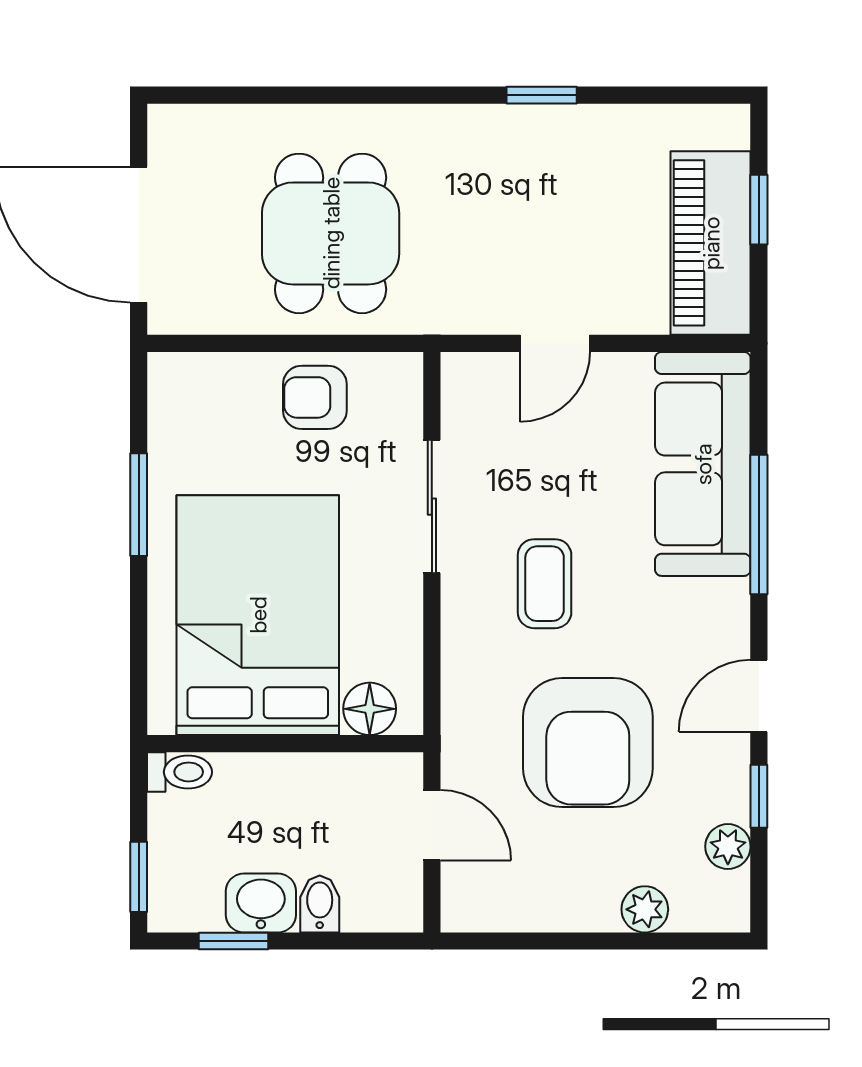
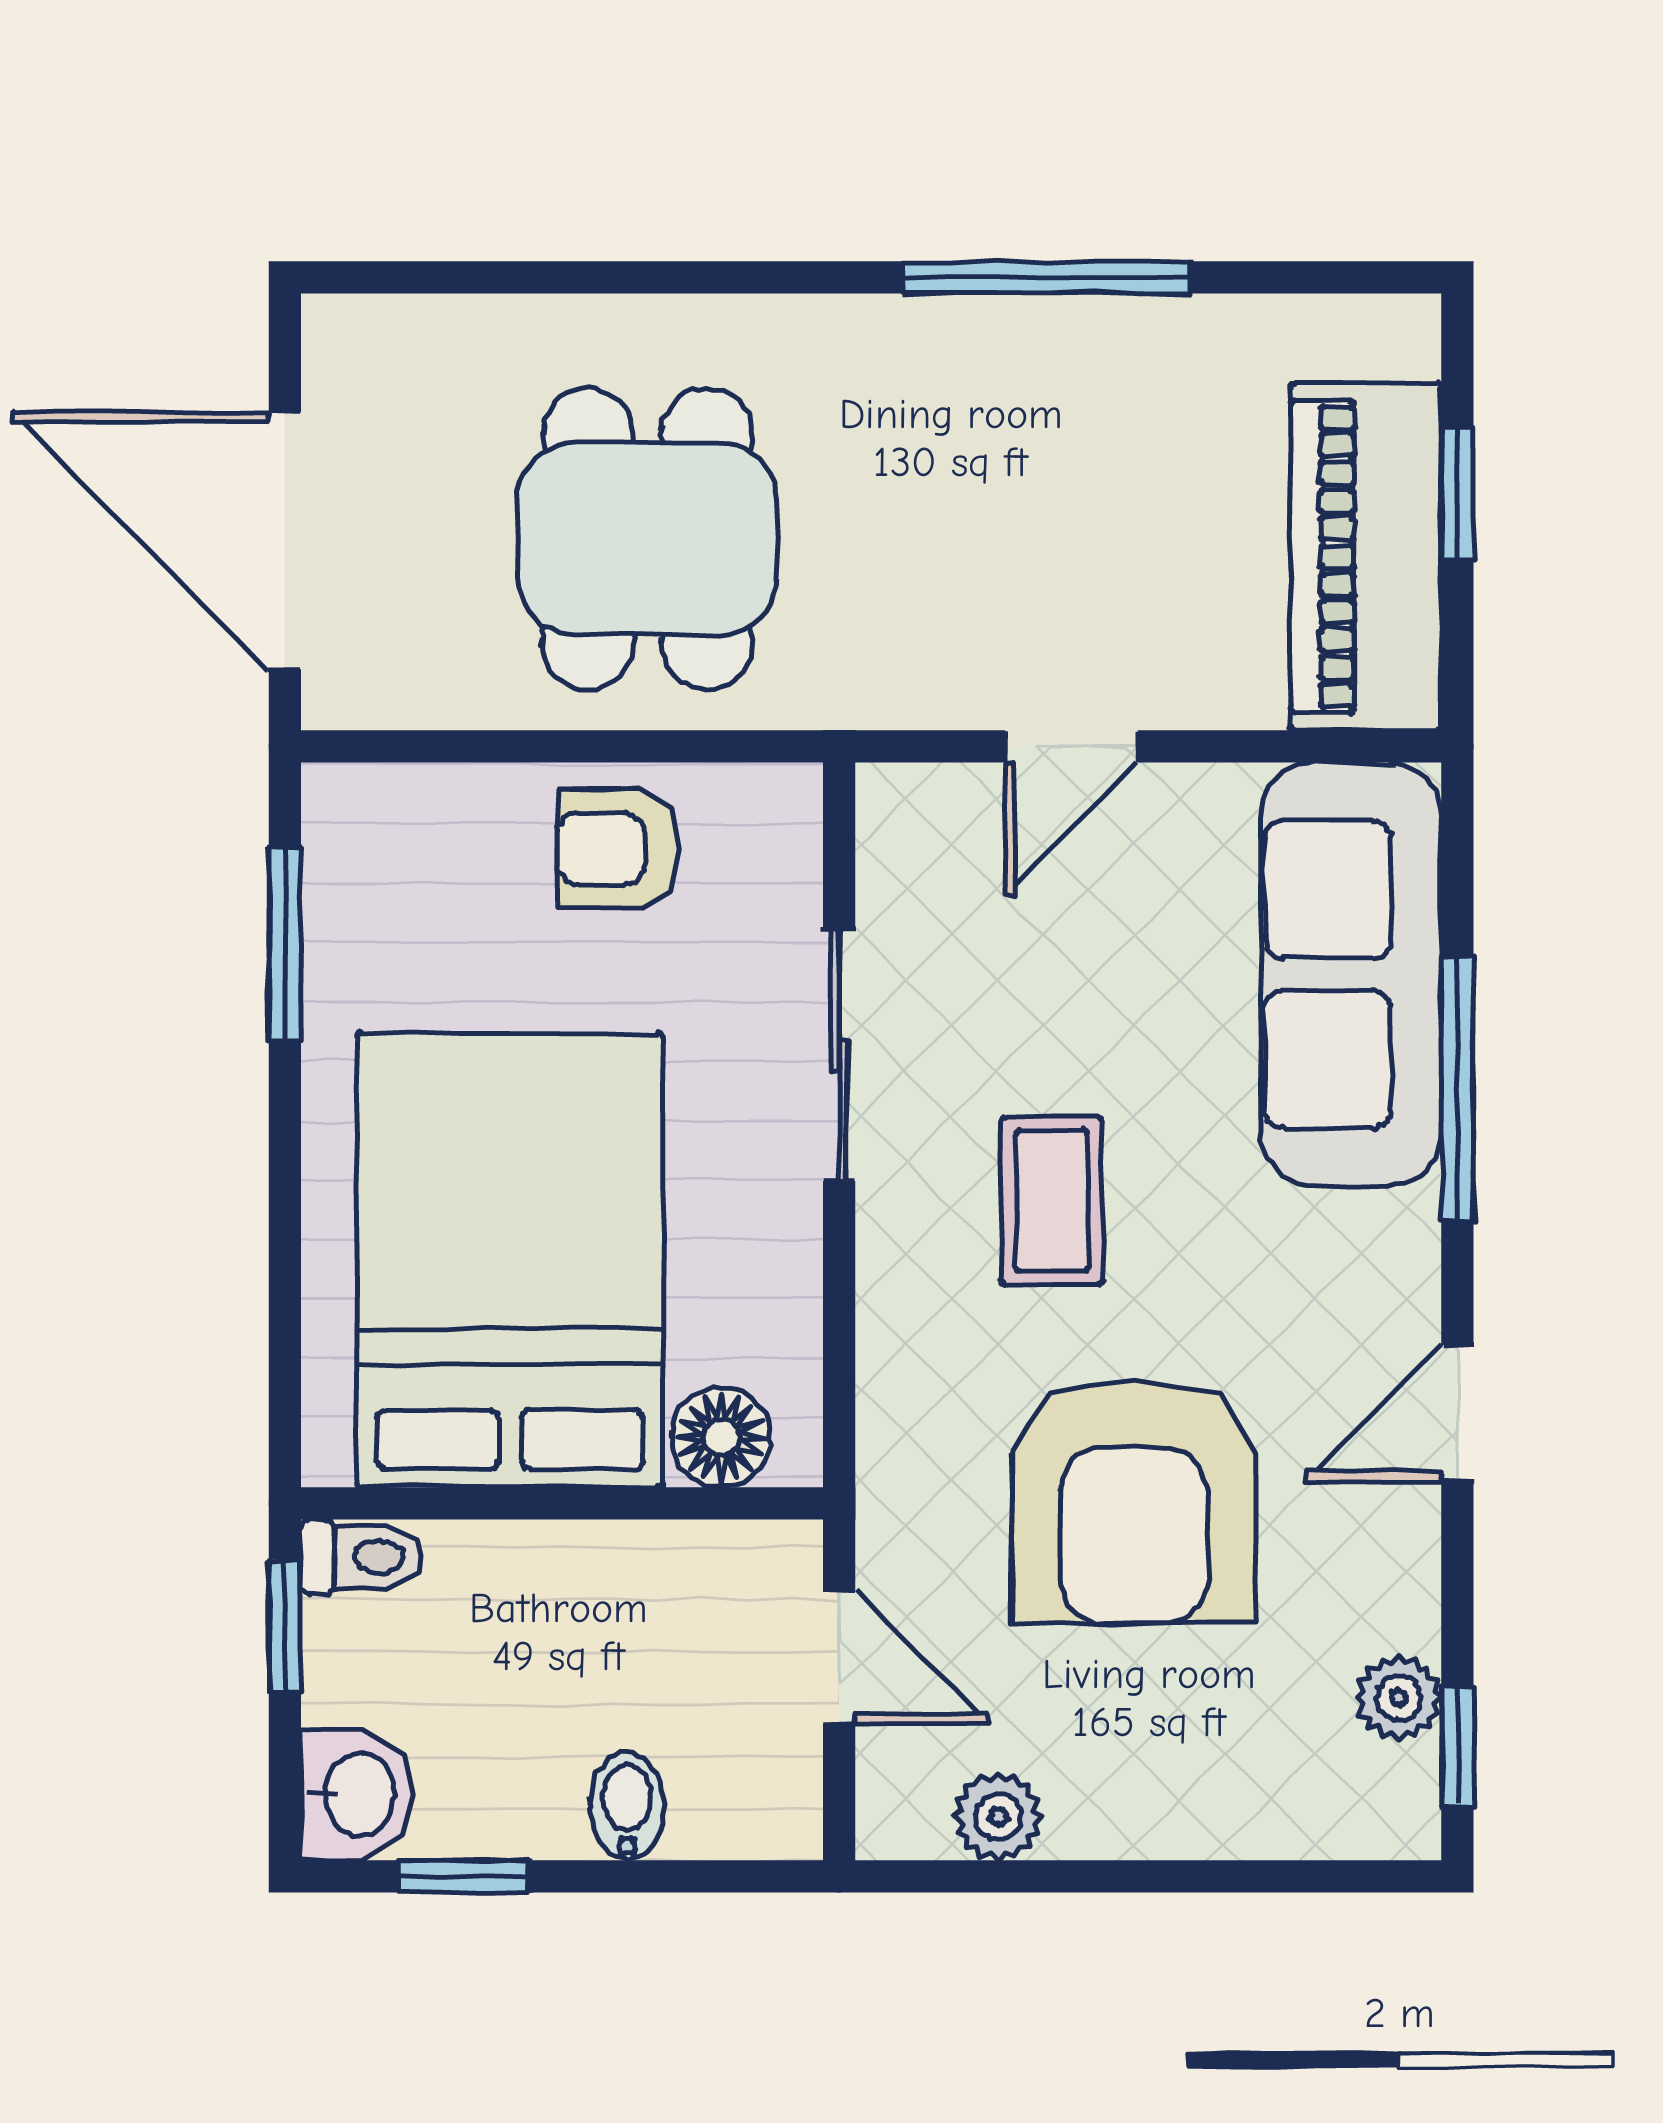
window: (542, 95) -> (1047, 277), width x2.17
window: (139, 505) -> (285, 944), moved
window: (759, 796) -> (1457, 1746), moved
window: (139, 877) -> (285, 1626), moved
washbasin: (261, 903) -> (357, 1794), moved, turned 90
plant: (645, 909) -> (998, 1816), moved

